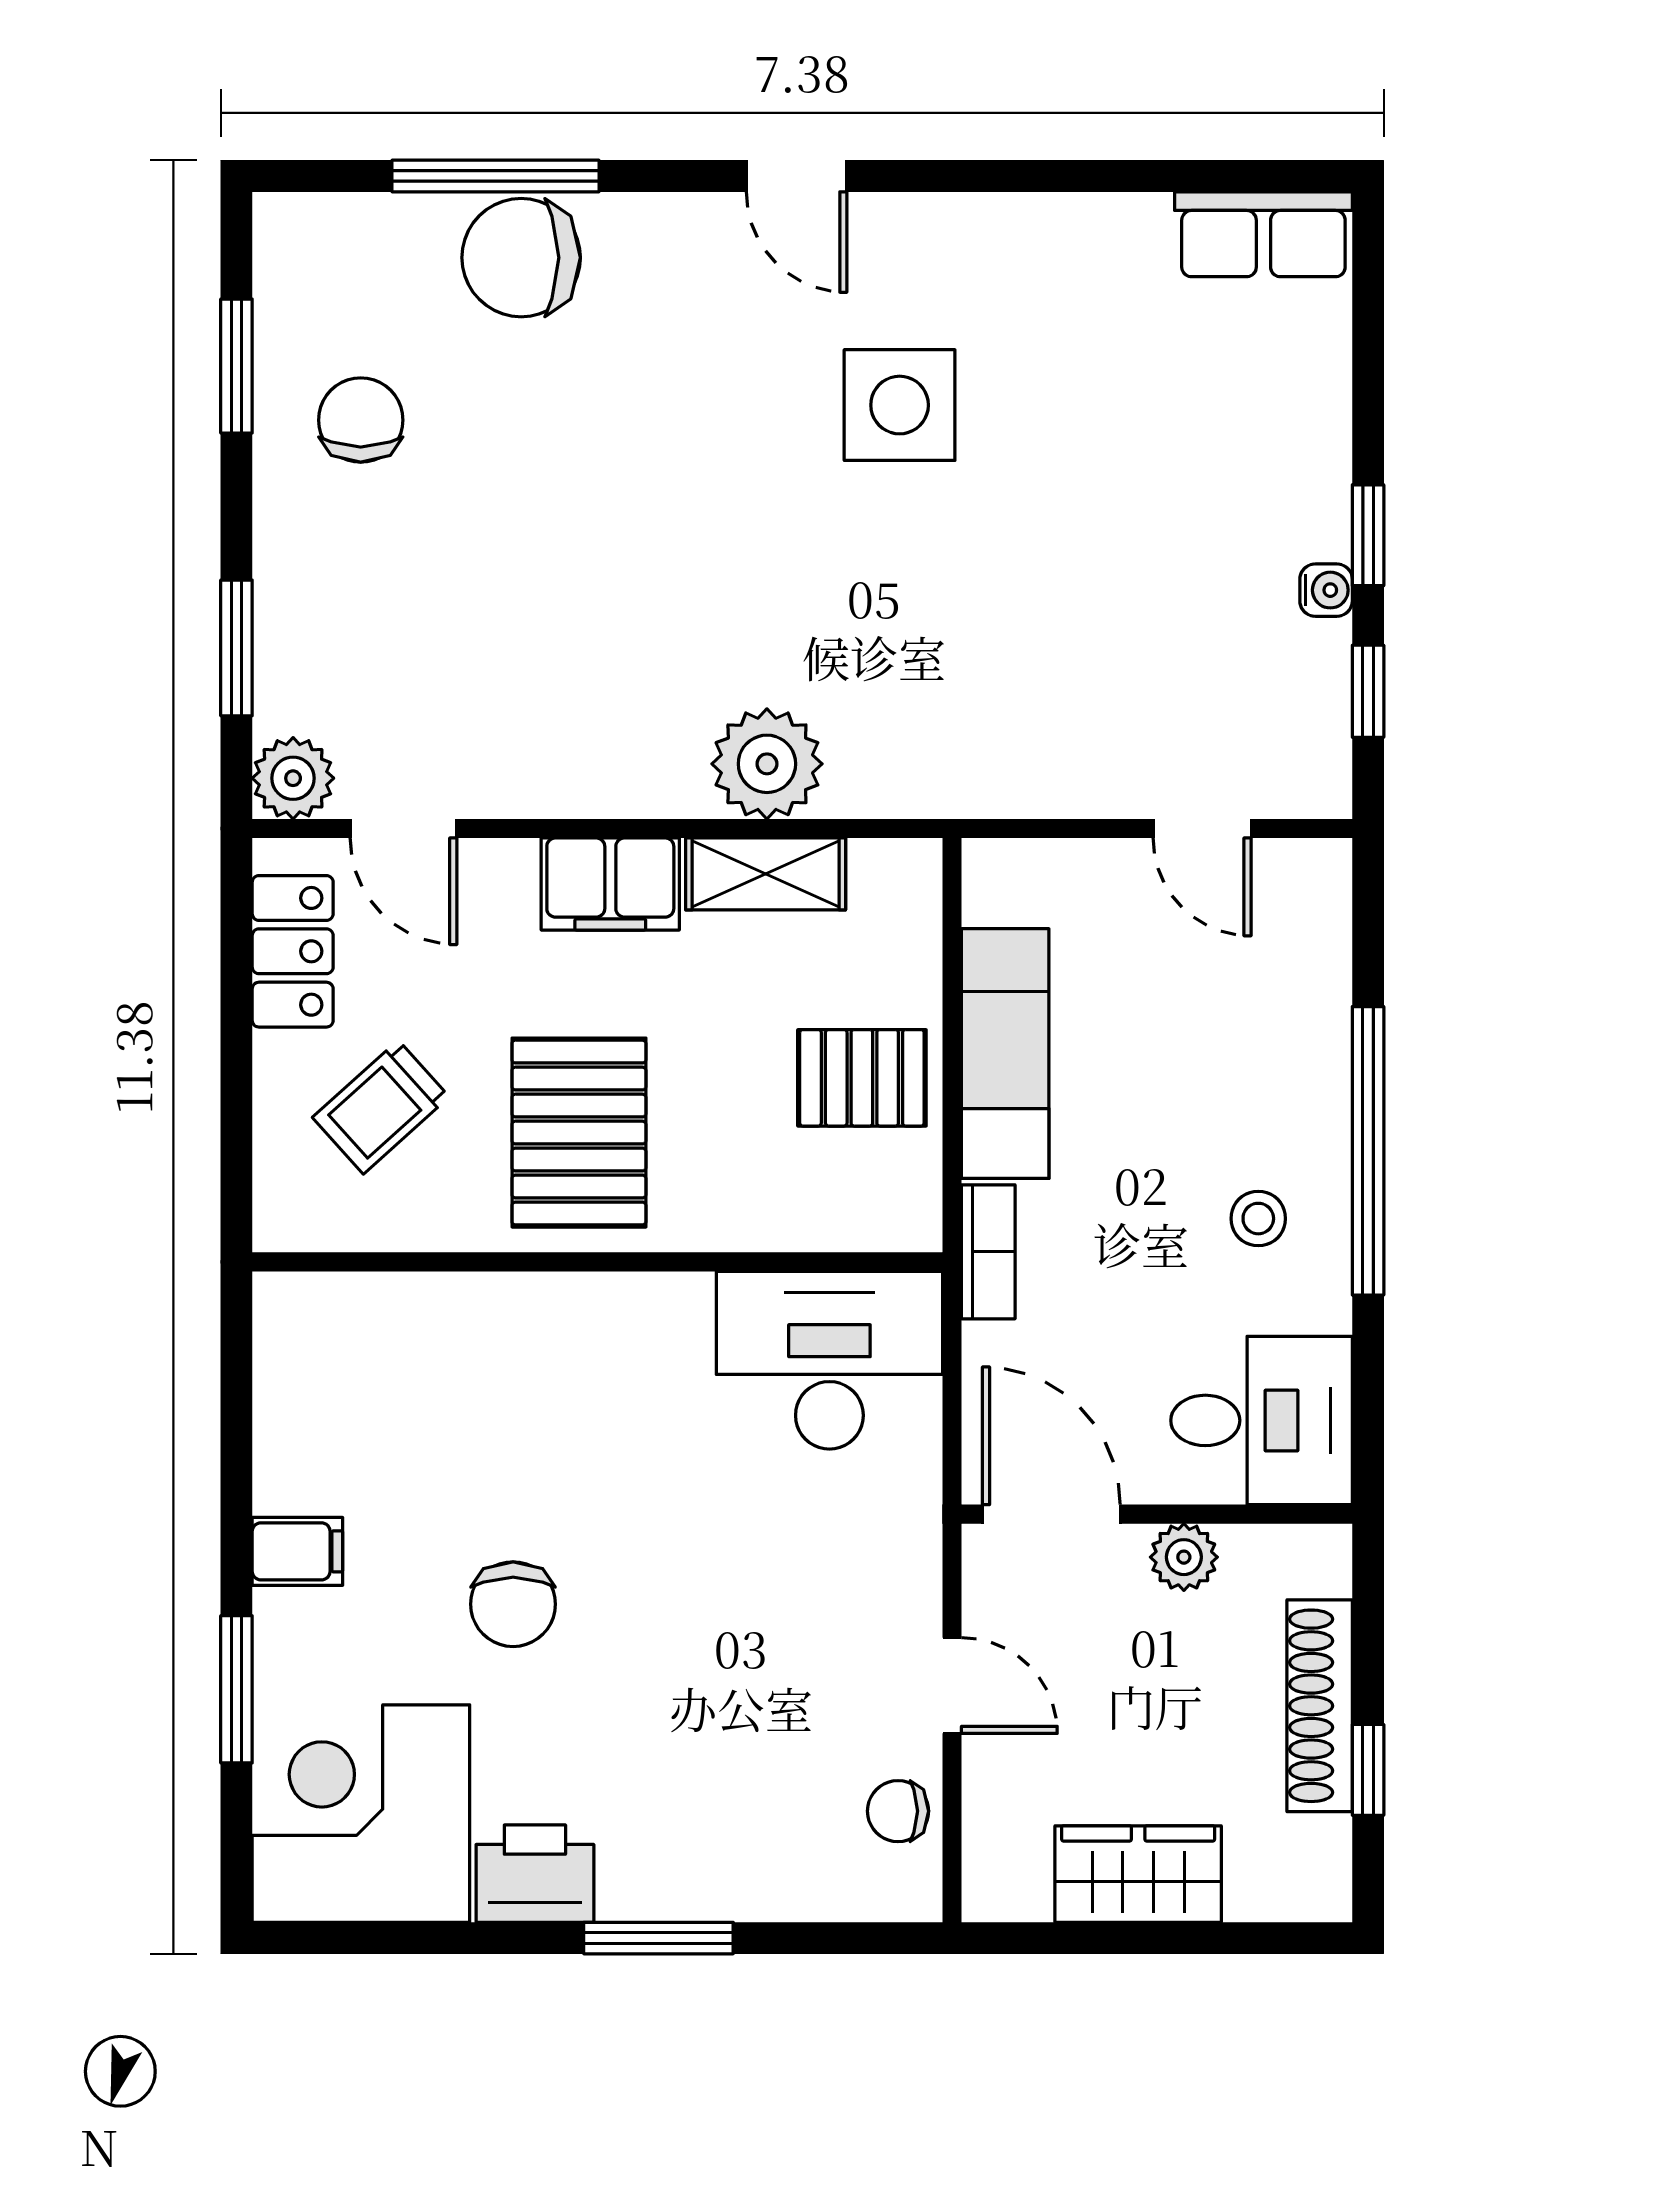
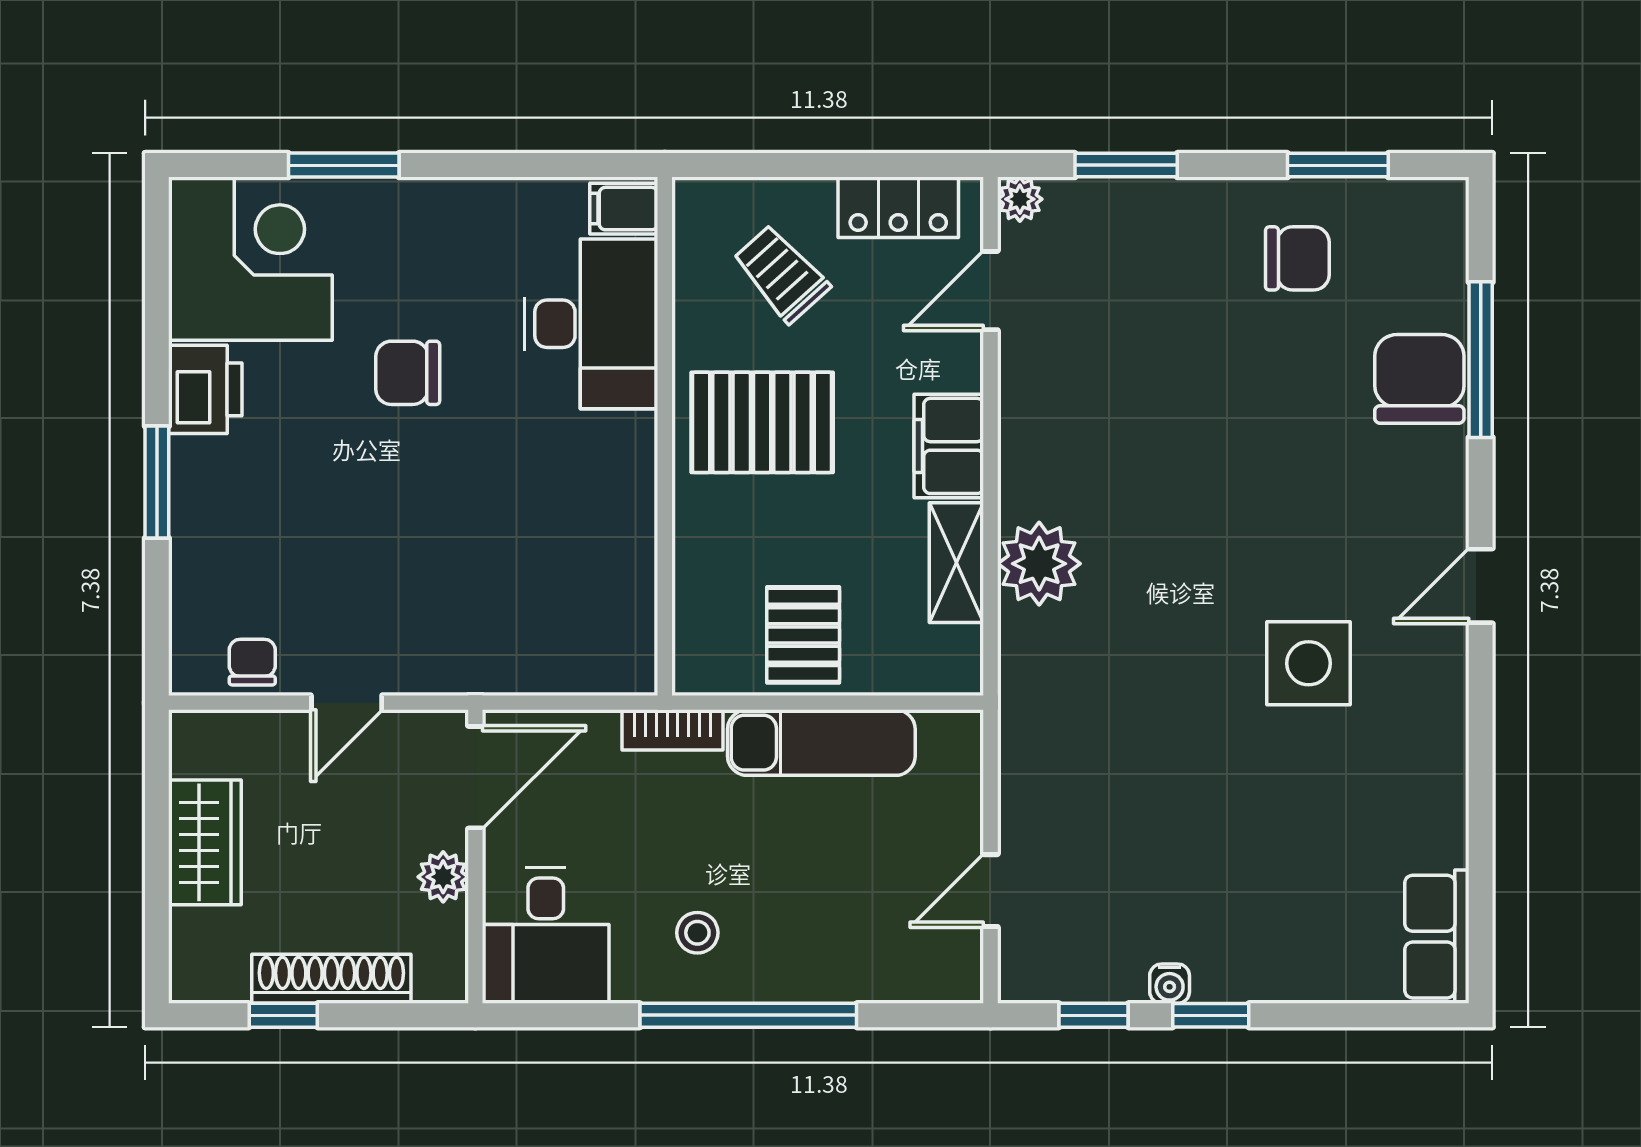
plant: (293, 778) -> (1020, 199), width x0.73, depth x0.73
desk: (829, 1360) -> (591, 324), moved
filing cabinet: (297, 1551) -> (624, 209), moved, turned 90

